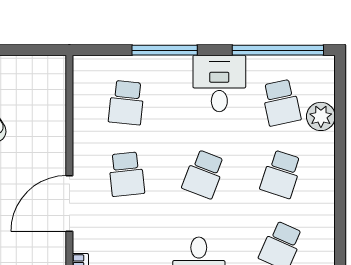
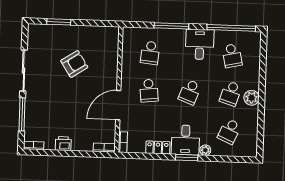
plant: (321, 116) -> (252, 98), moved

